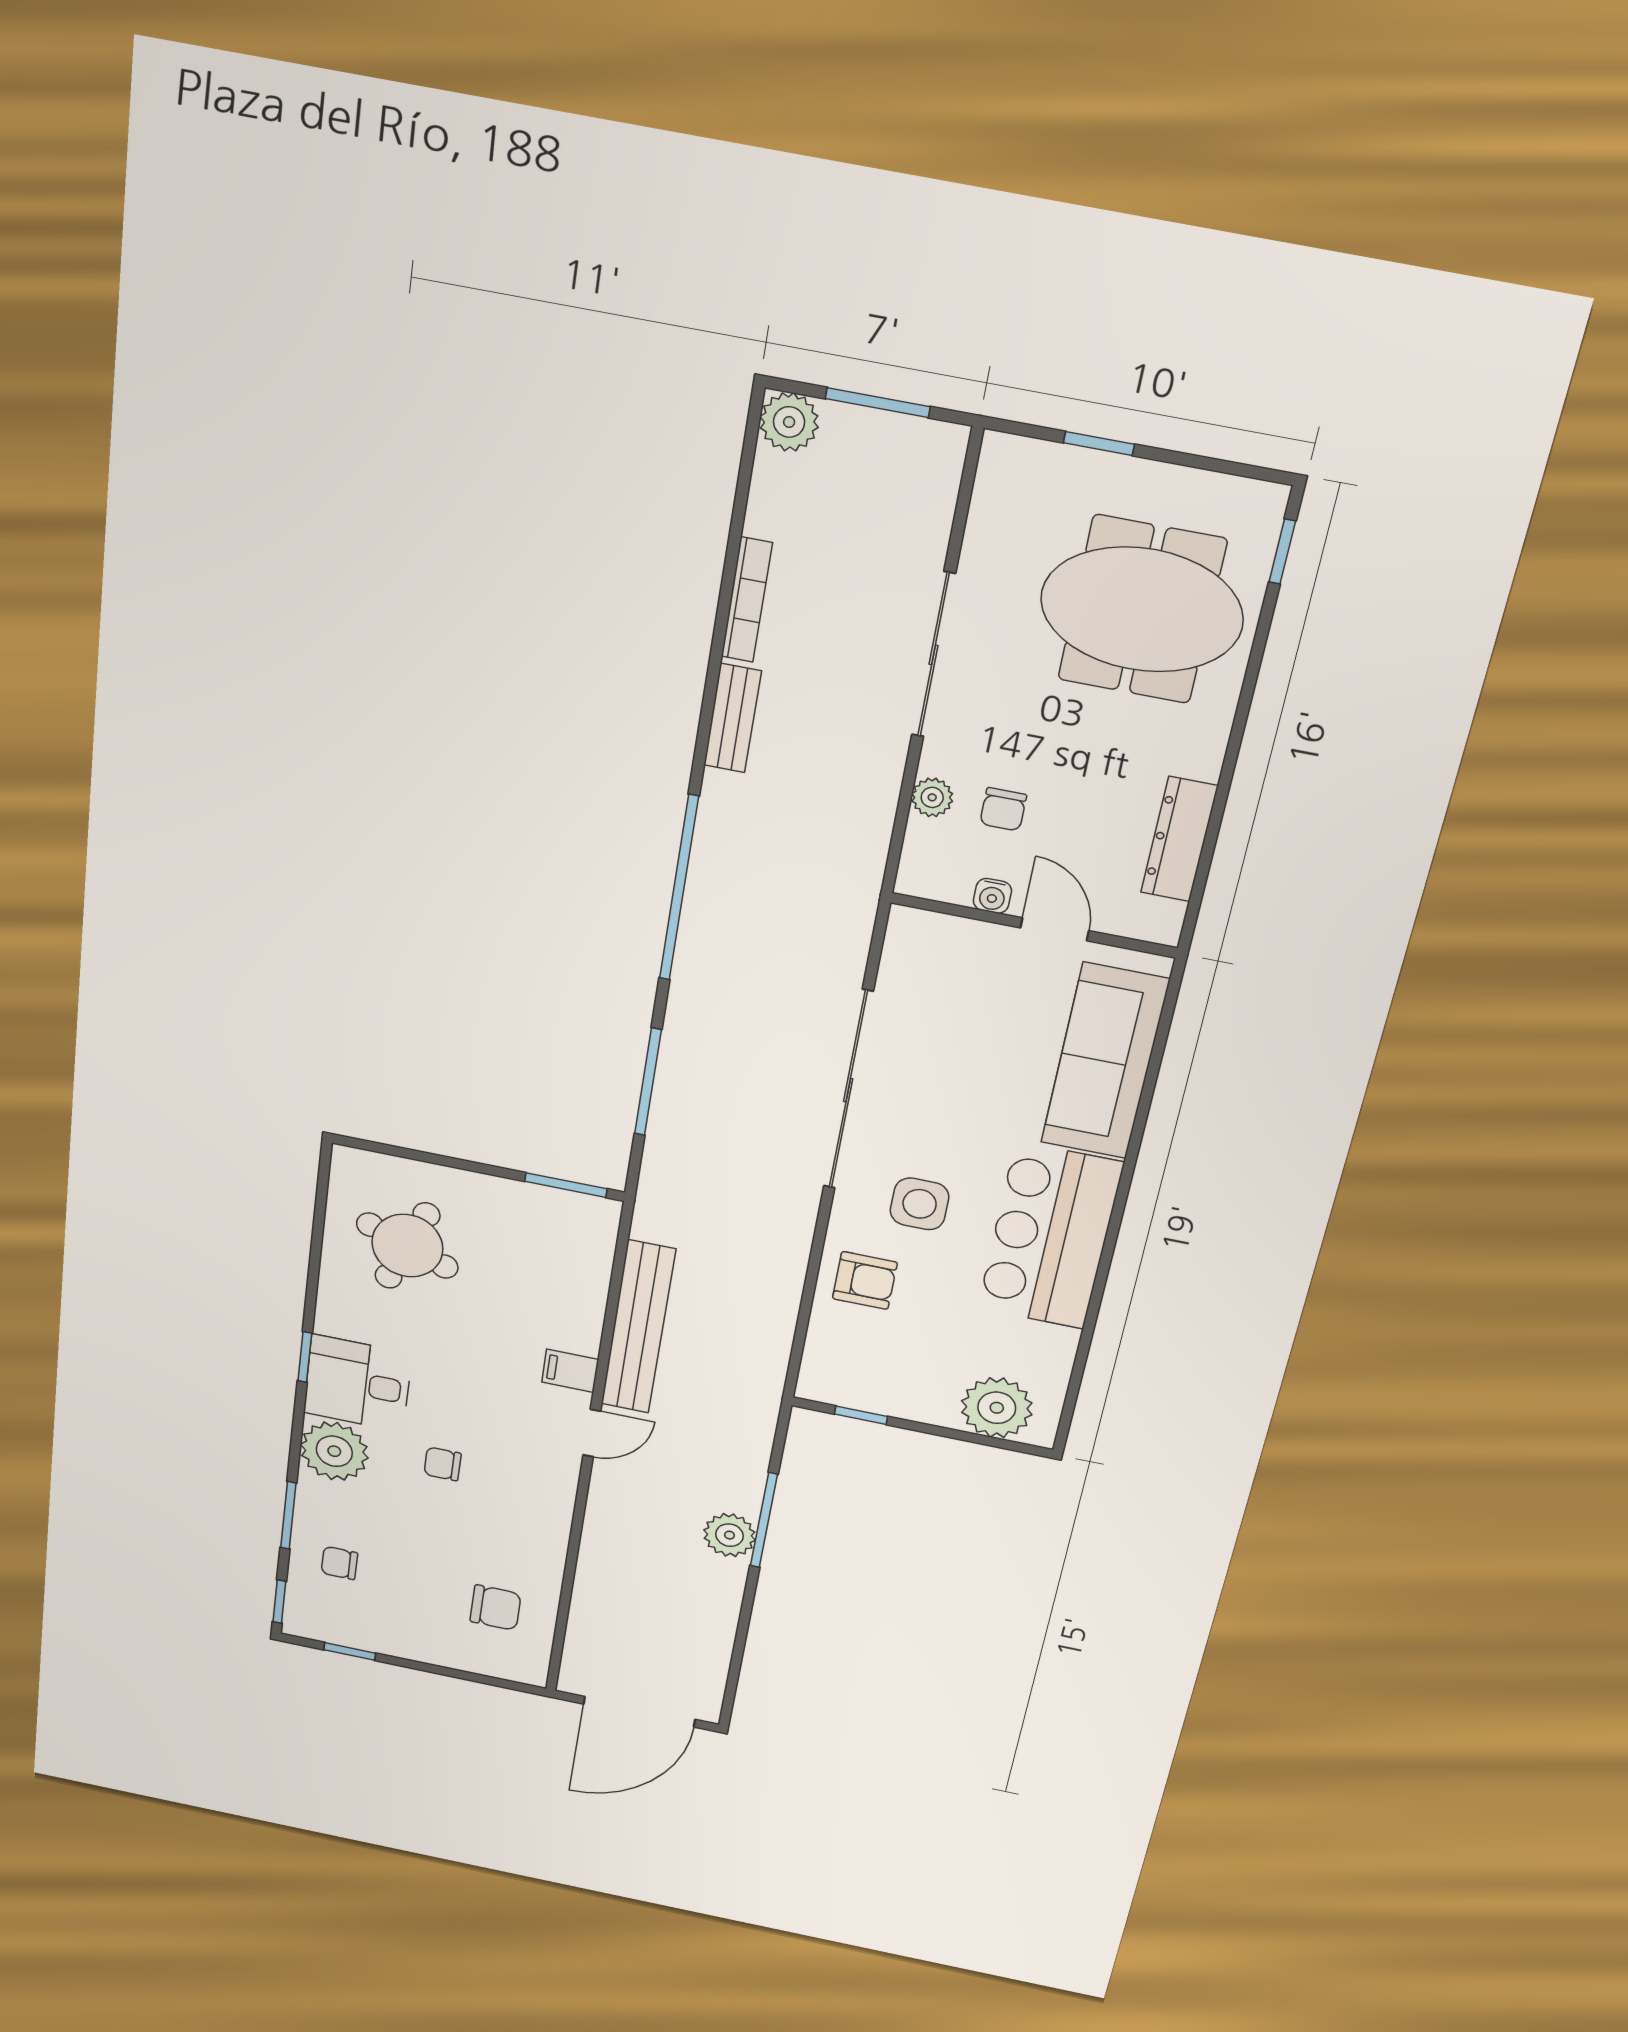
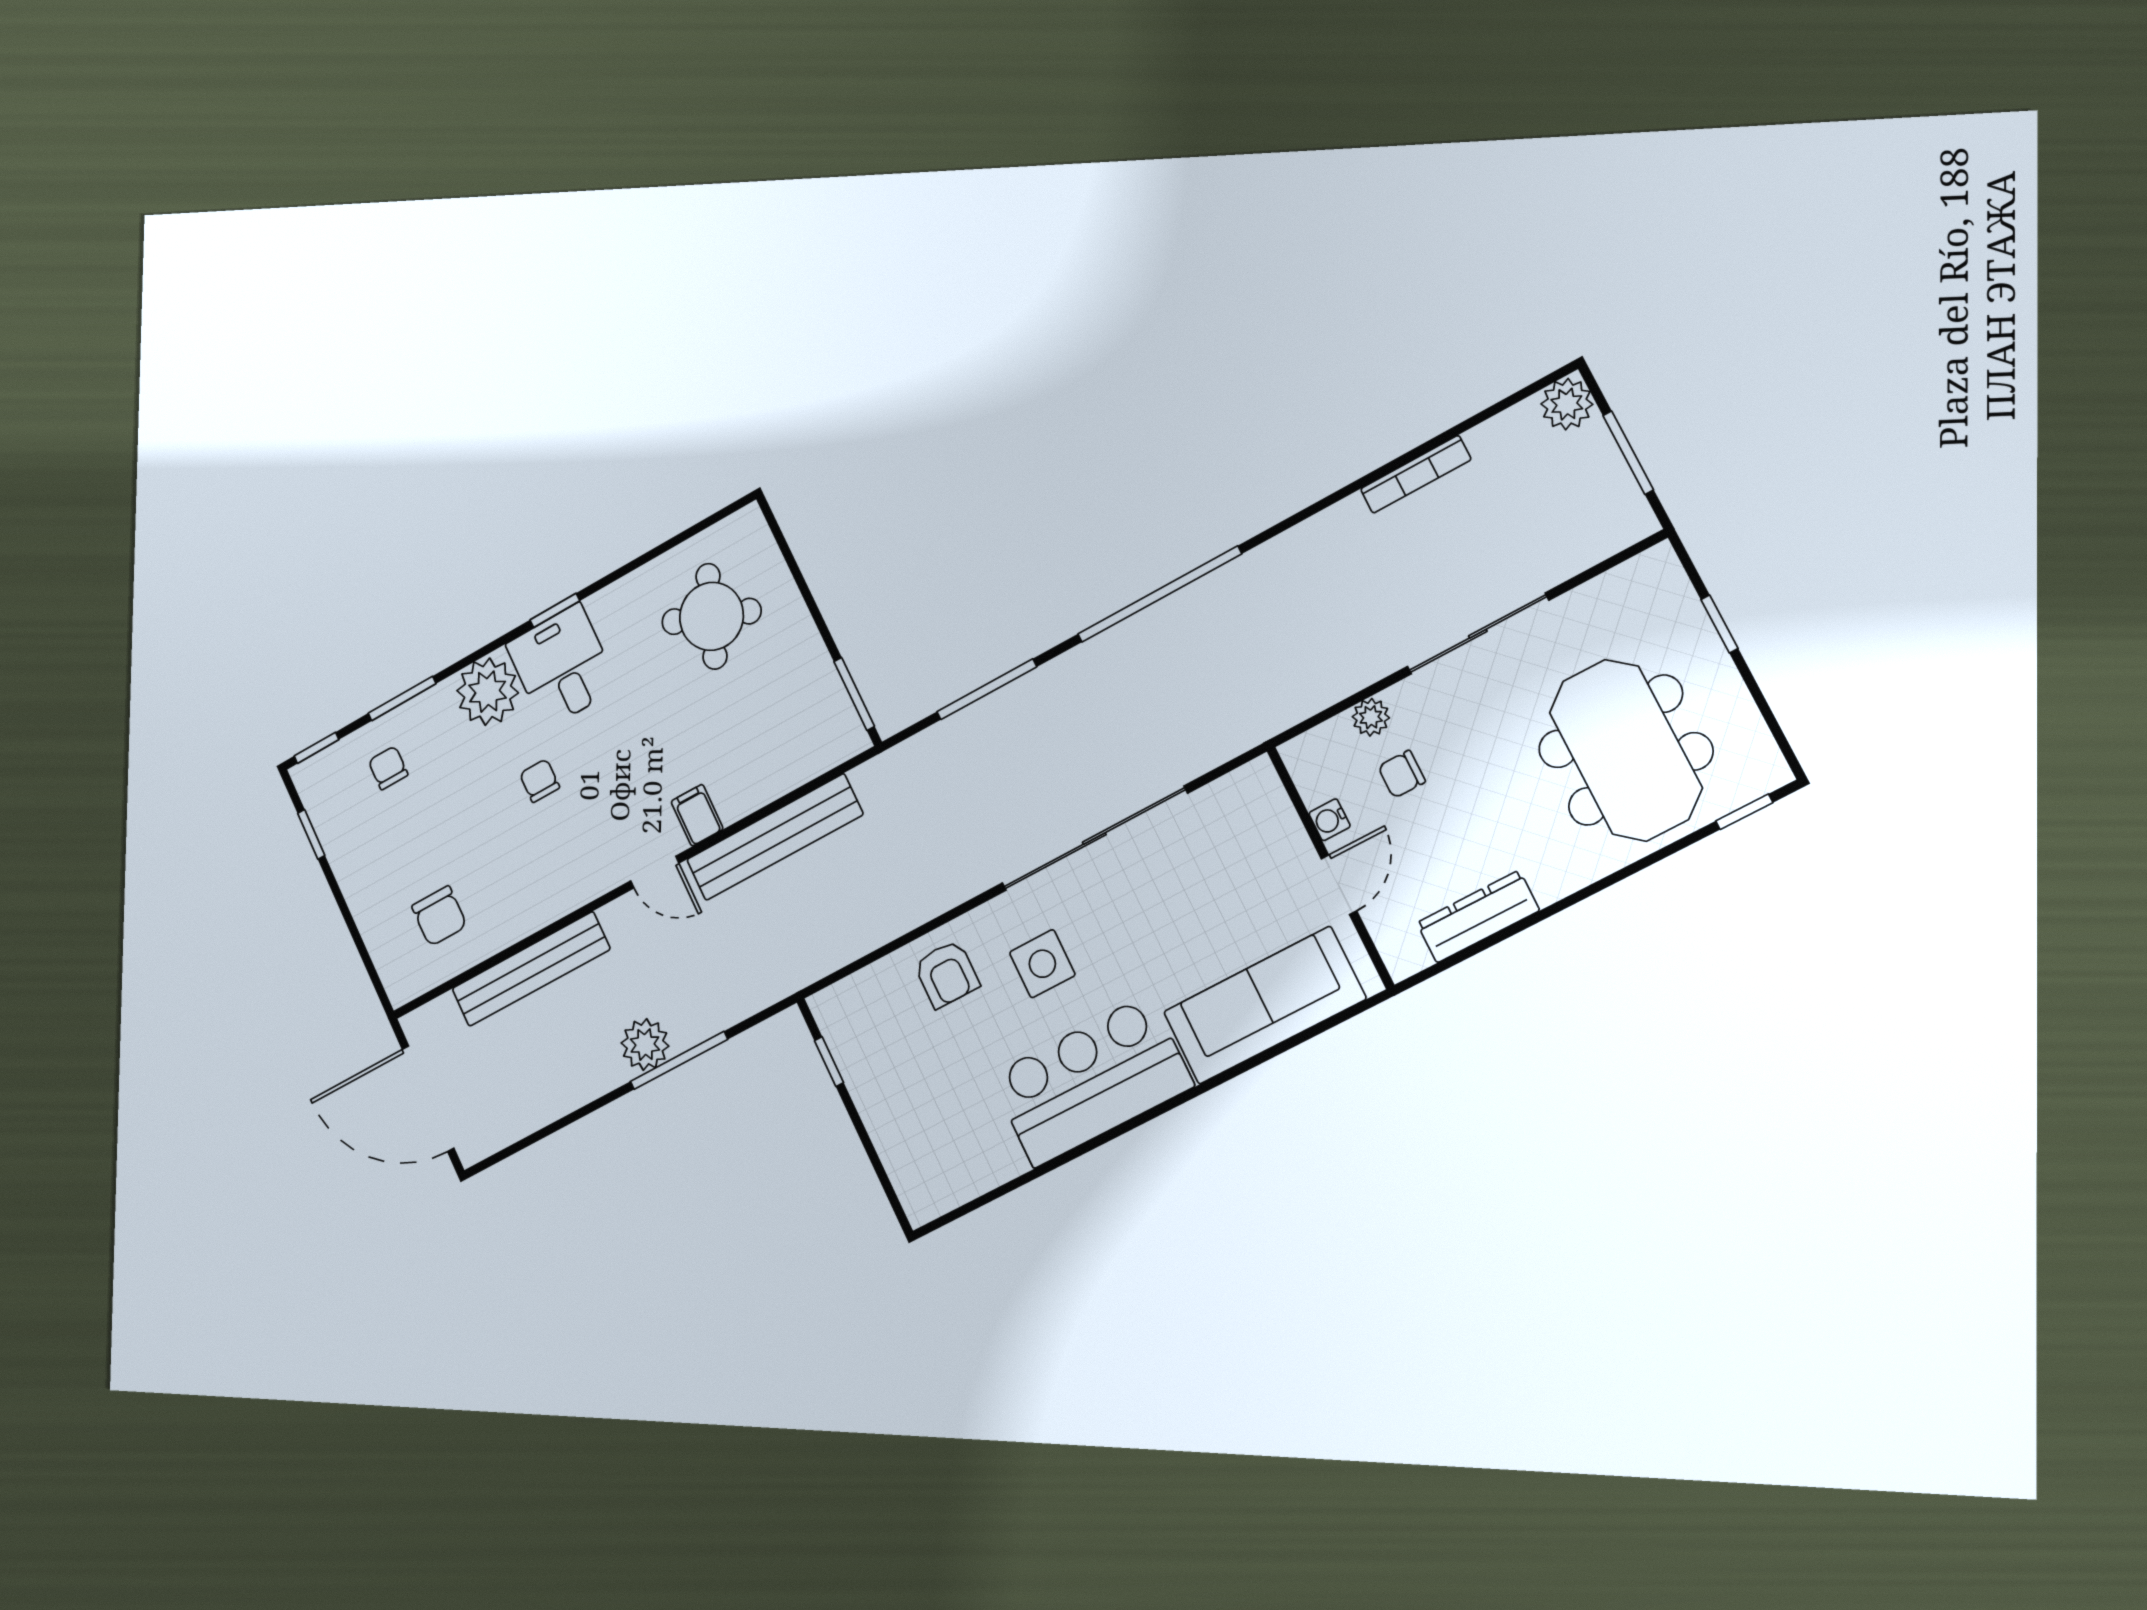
bench: (732, 718) -> (531, 969), moved, width x1.86, depth x1.21
plant: (997, 1408) -> (916, 1159), removed

